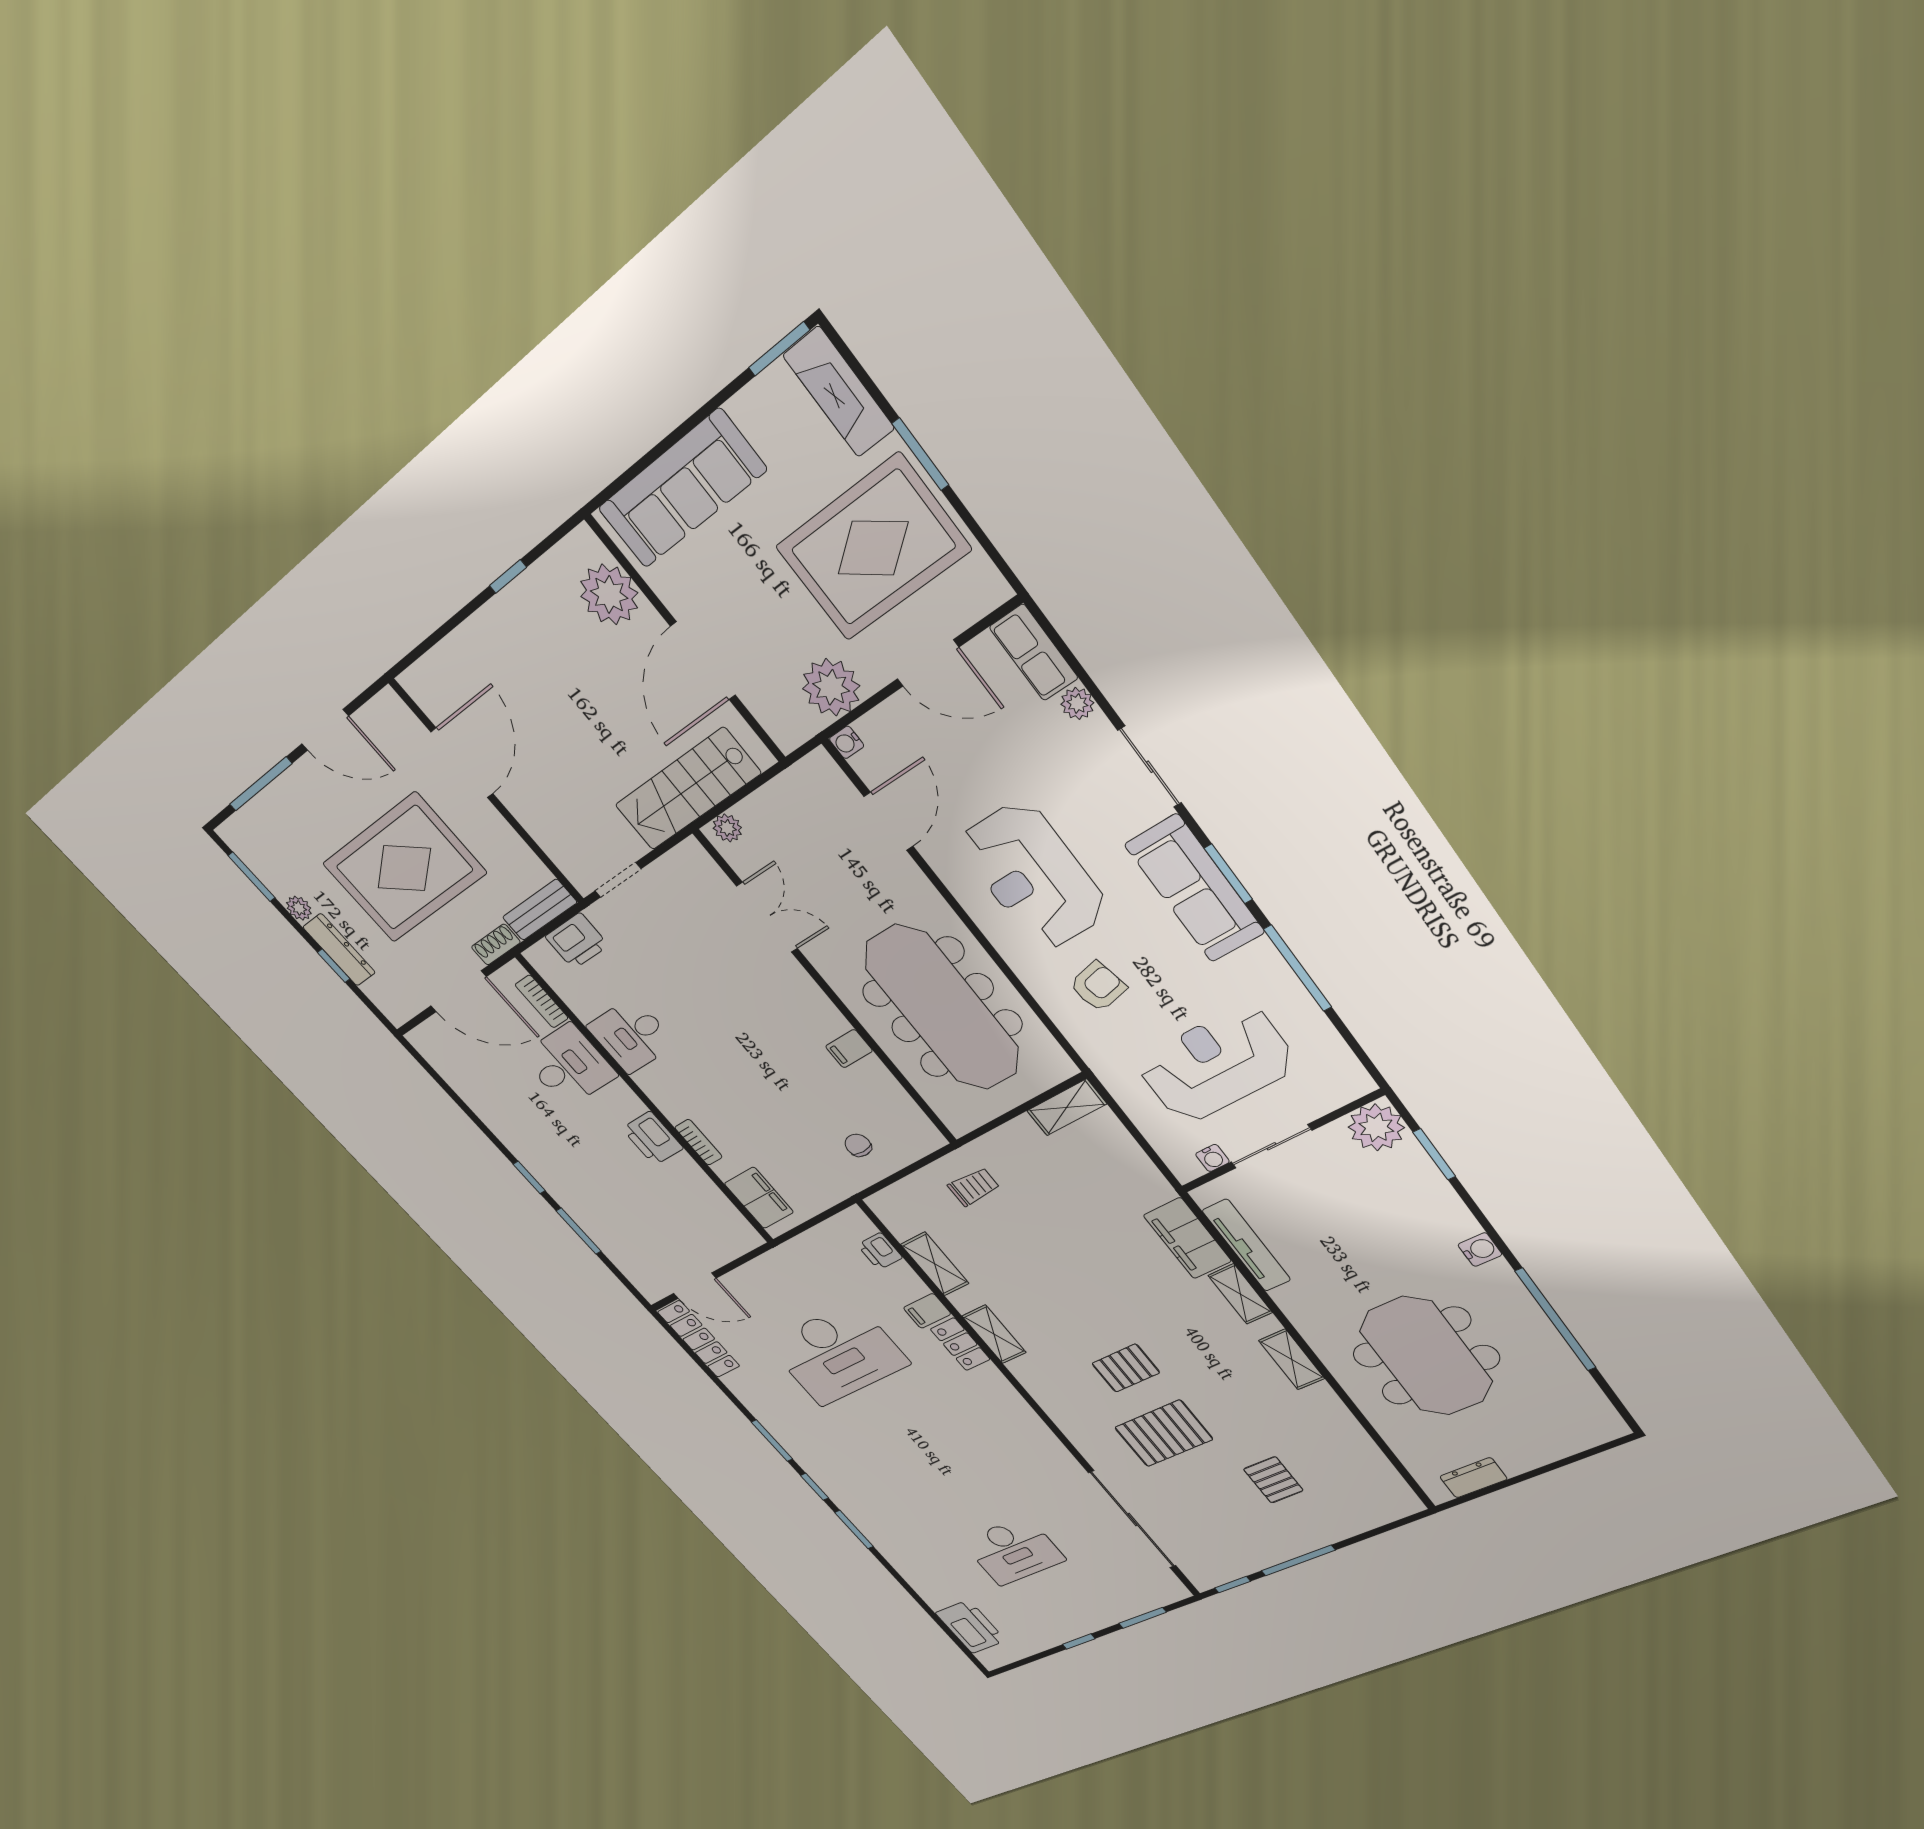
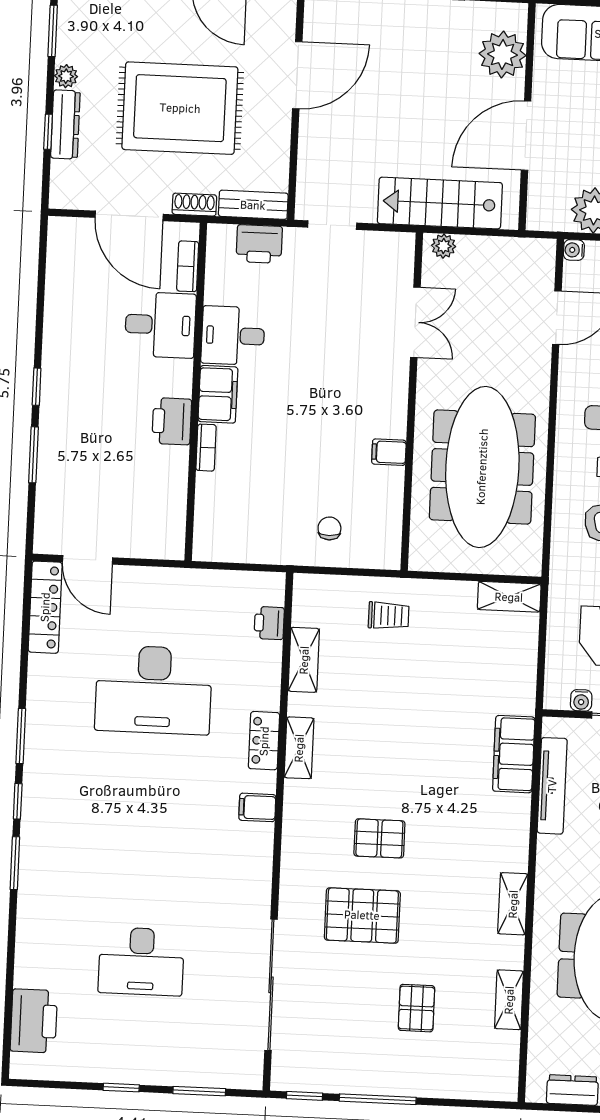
filing cabinet: (759, 1198) -> (218, 394), moved
shelving: (1240, 1294) -> (509, 1000), moved
filing cabinet: (927, 1311) -> (257, 807), moved

